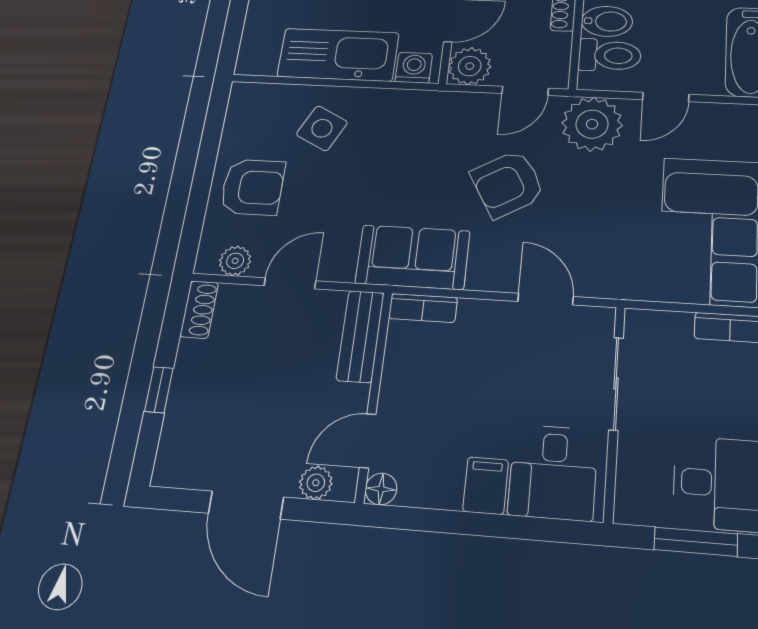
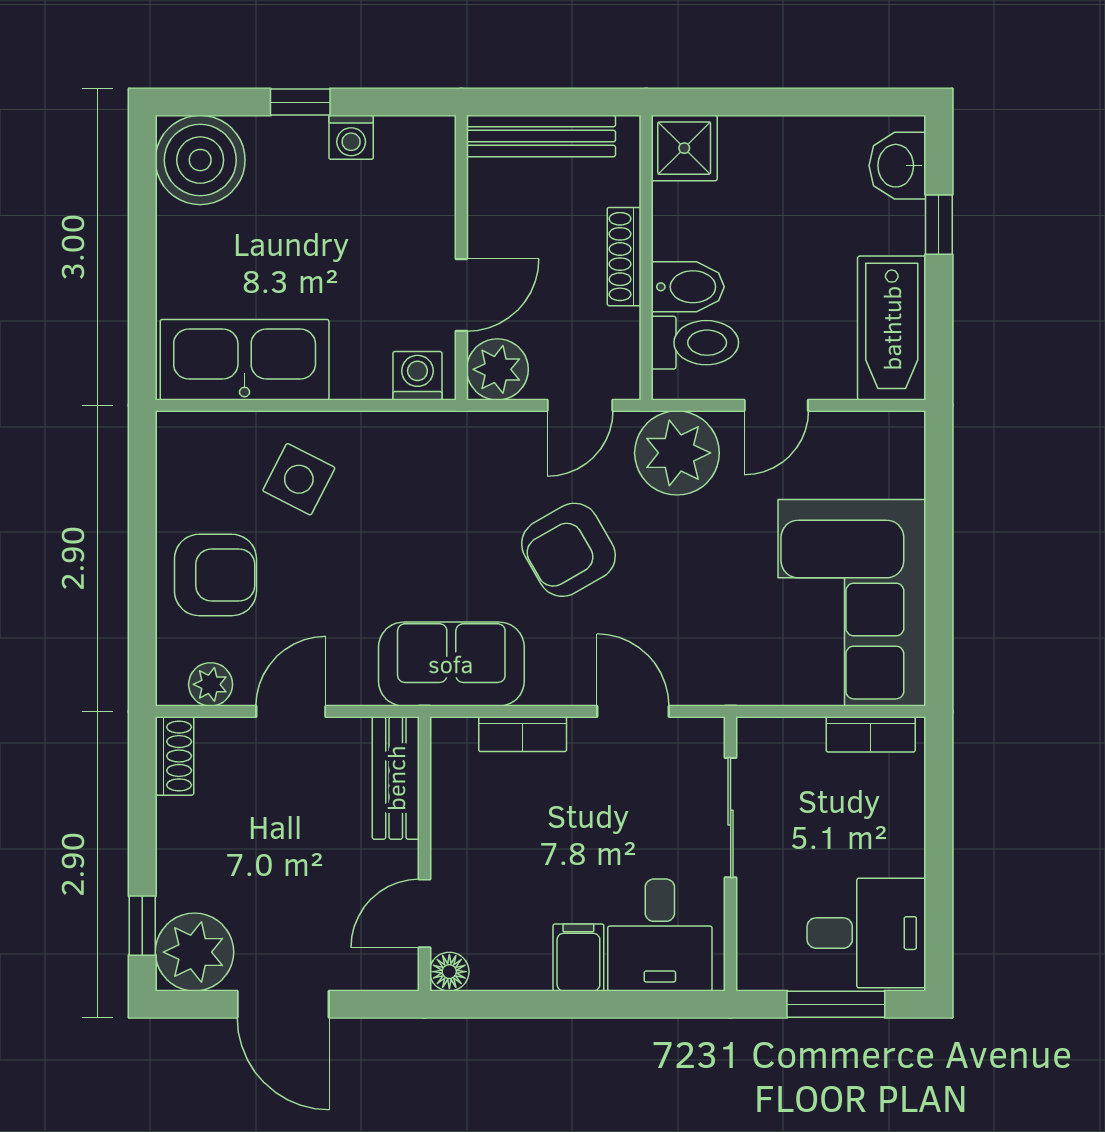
kitchen sink: (338, 55) -> (245, 360), moved
bookcase: (423, 308) -> (523, 734), moved
window: (159, 390) -> (142, 926), moved
plant: (316, 483) -> (194, 952), moved, width x1.88, depth x1.88

